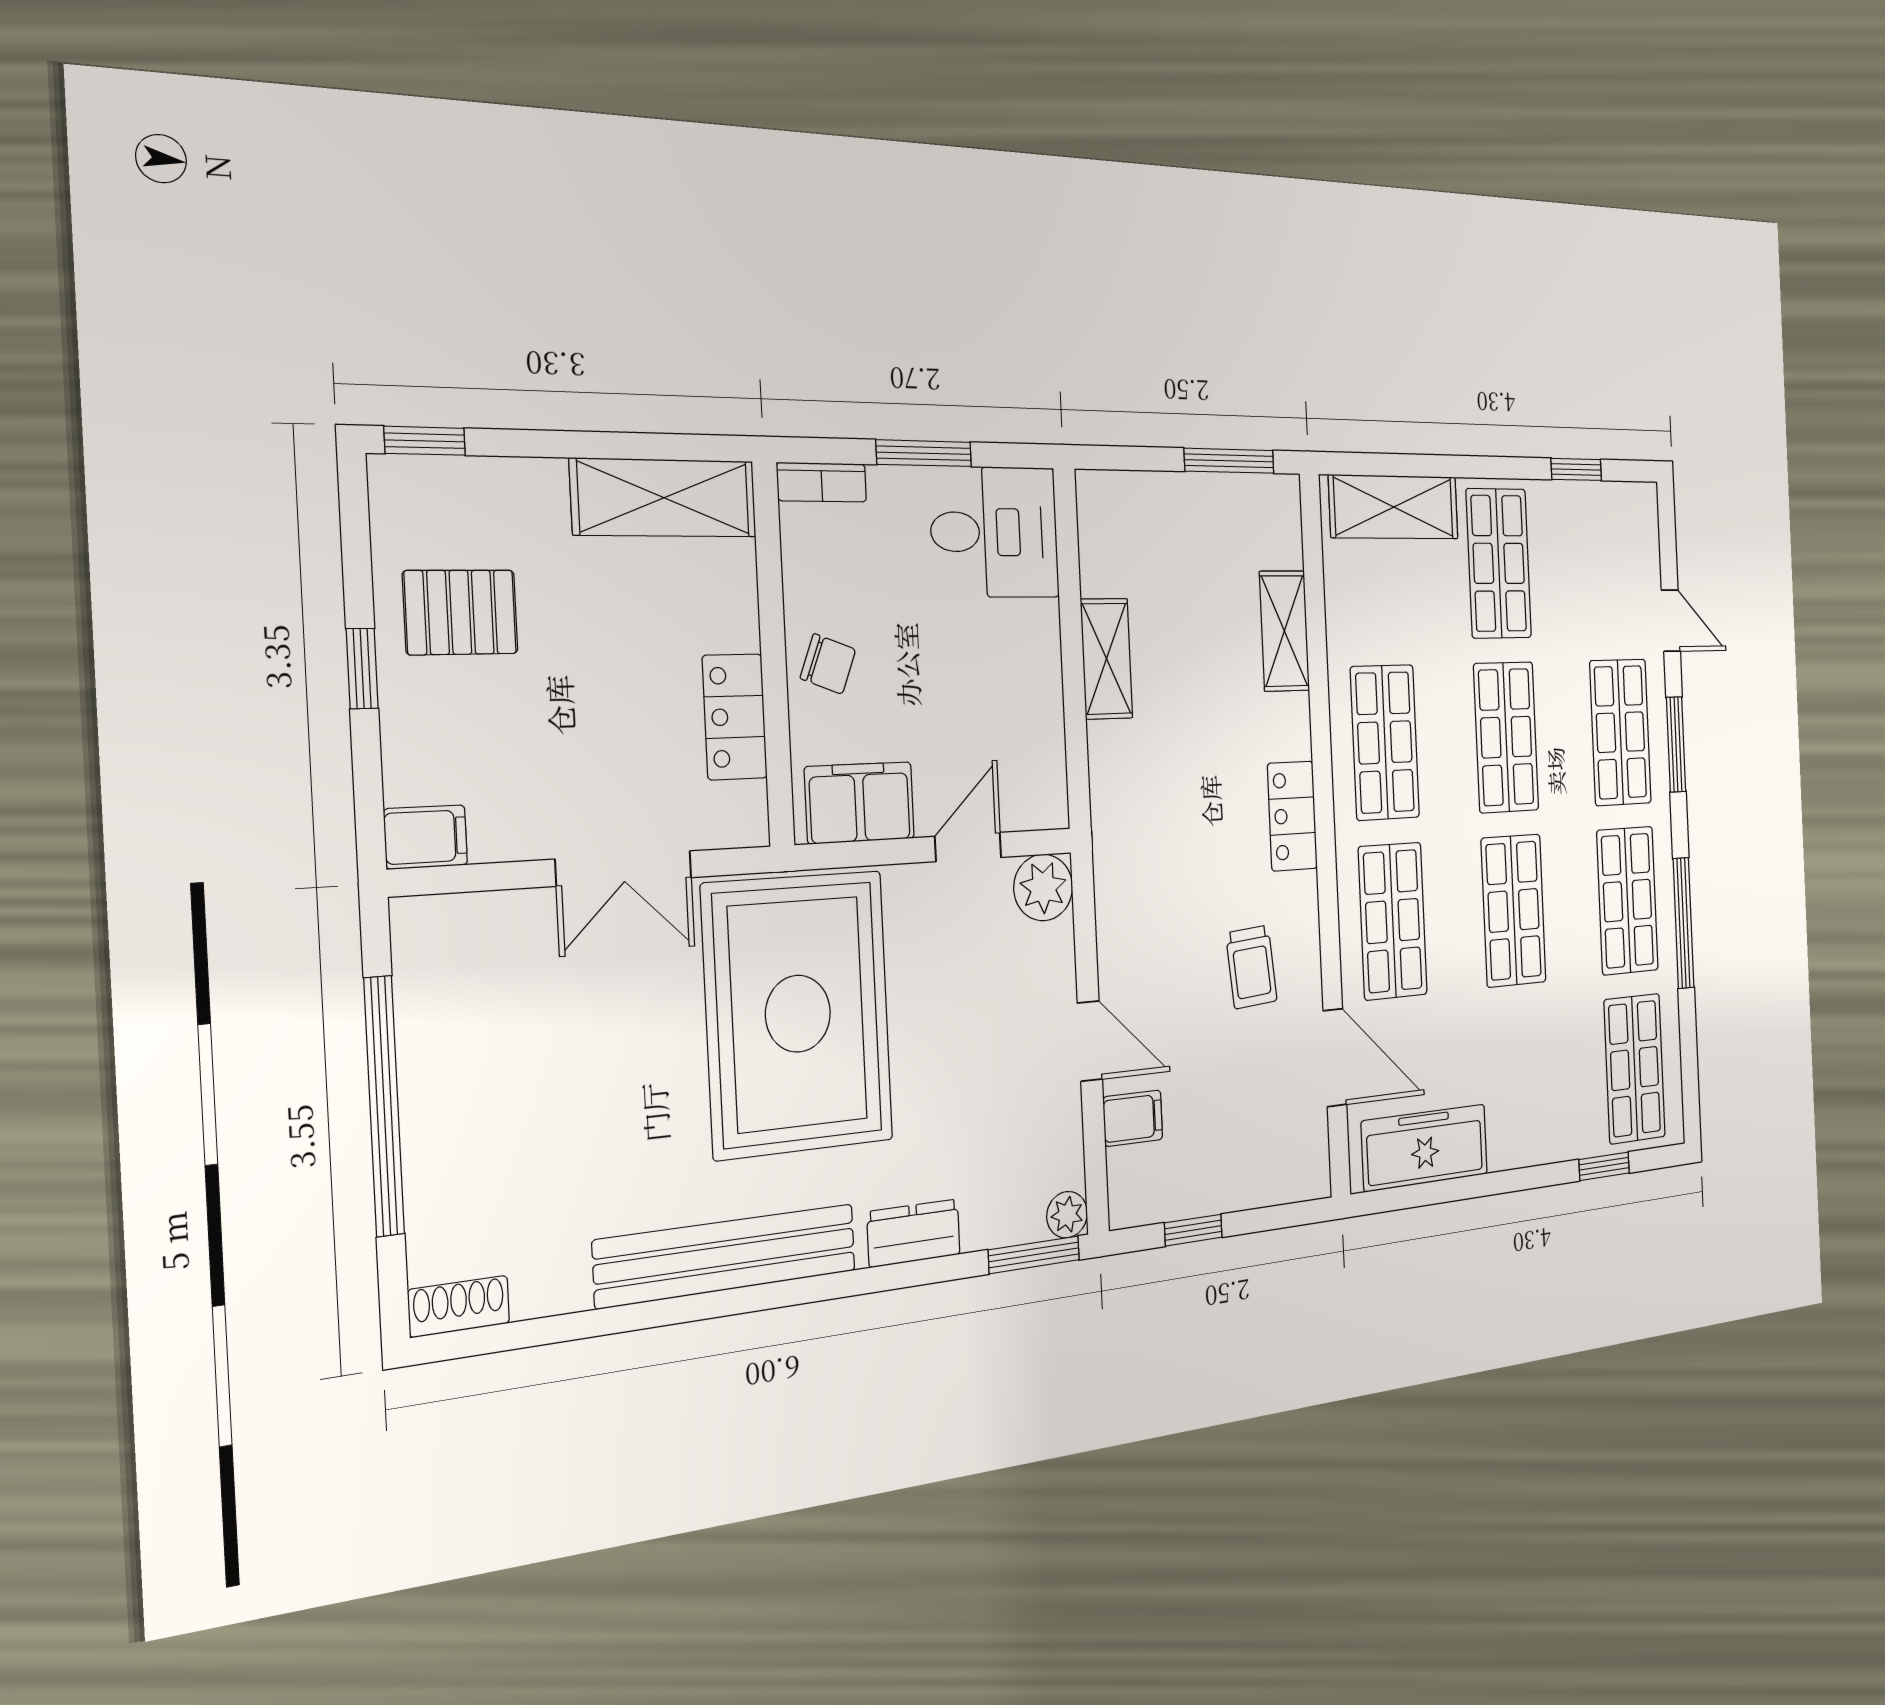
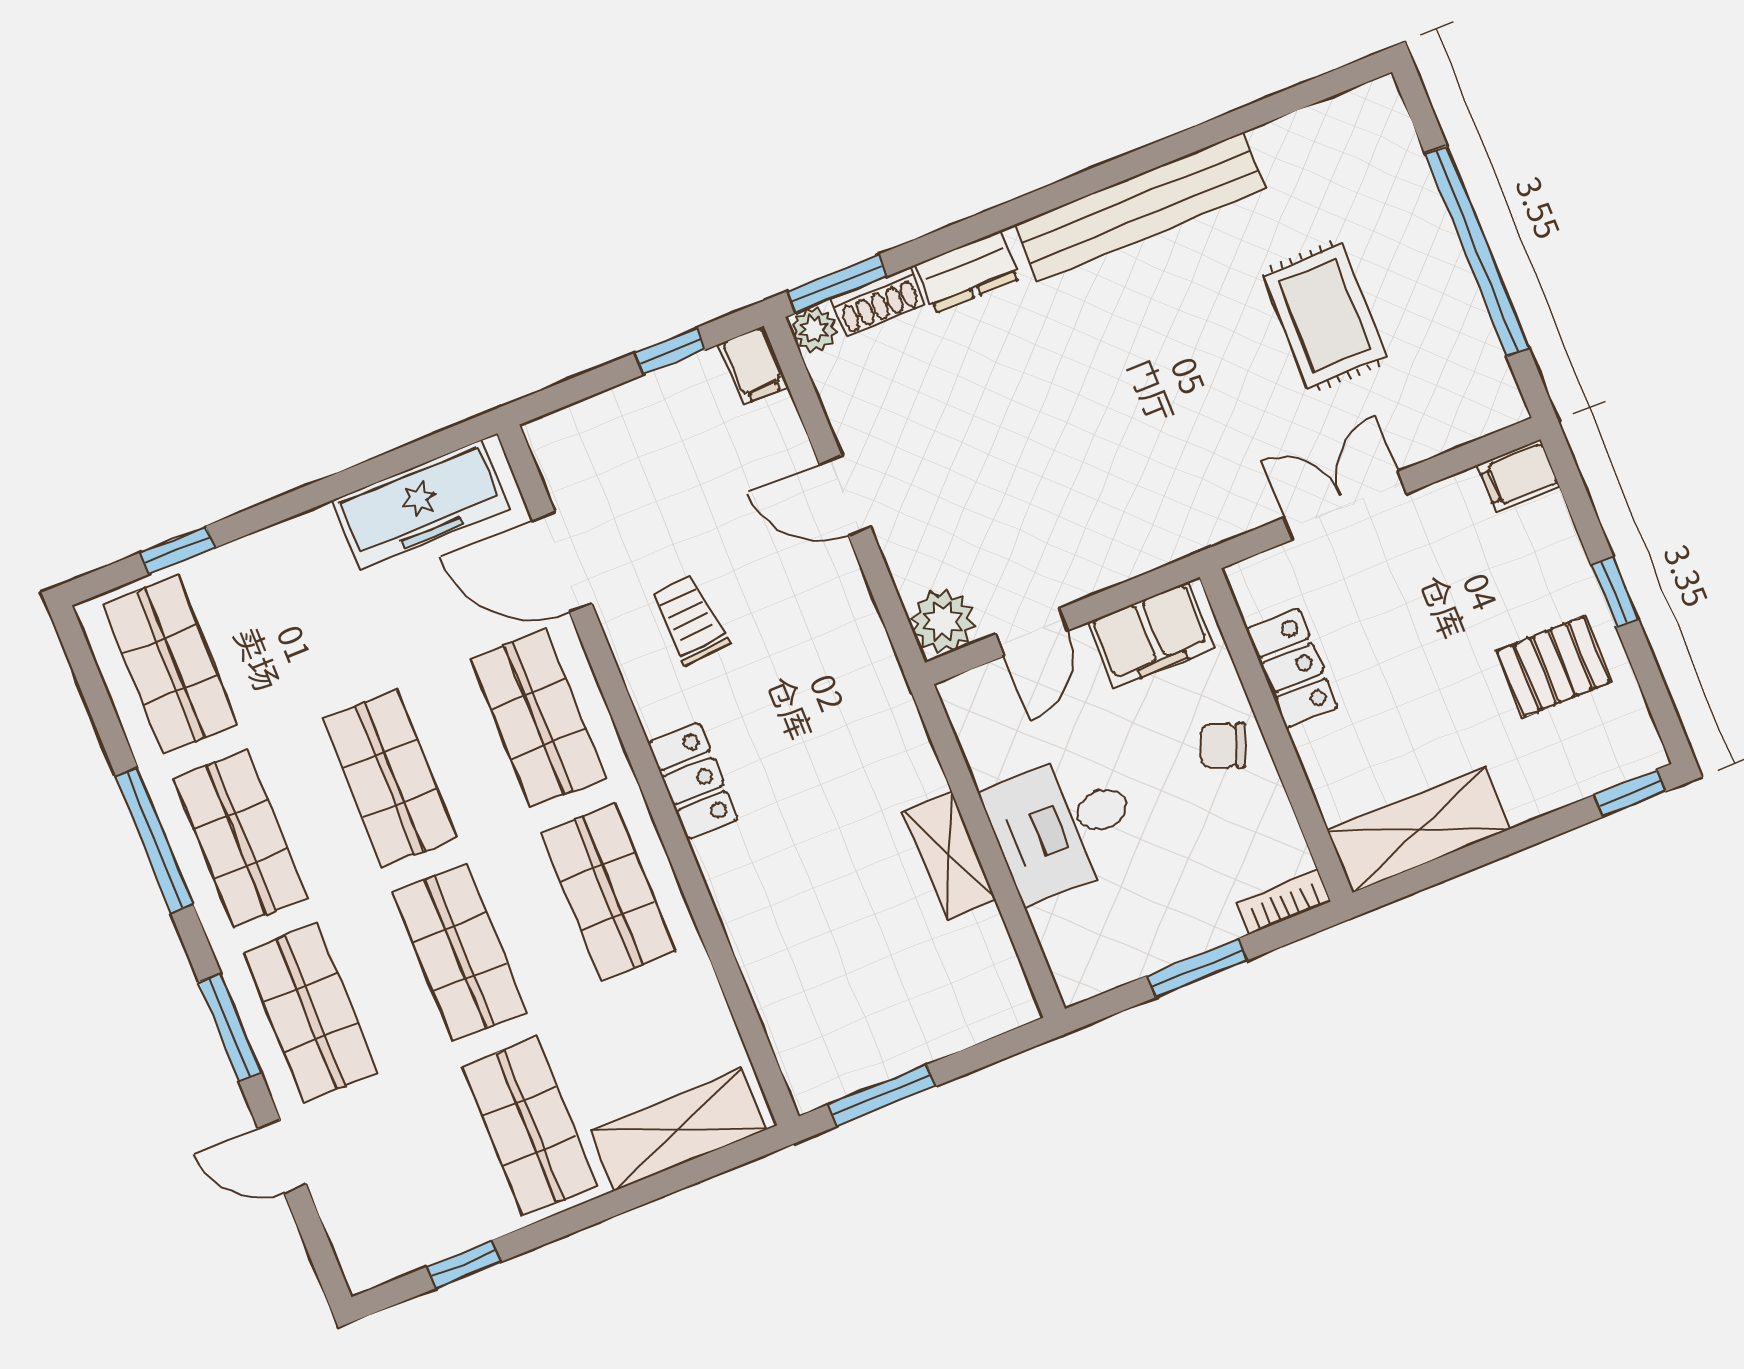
desk: (994, 532) -> (1063, 825), moved
shelving: (1284, 631) -> (764, 957), removed
rug: (798, 1014) -> (1325, 316), moved, width x0.54, depth x0.49
filing cabinet: (1133, 1118) -> (753, 365), moved, turned -90
shoe rack: (459, 1306) -> (878, 302), moved

